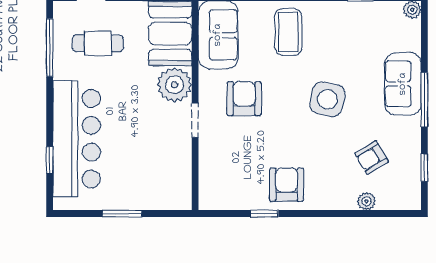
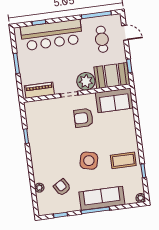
coffee table: (288, 32) -> (123, 160), moved
sofa: (403, 84) -> (102, 198), width x1.36
armchair: (244, 99) -> (84, 118), turned 180
piano: (179, 176) -> (39, 90), added
armchair: (287, 185) -> (42, 146), removed

